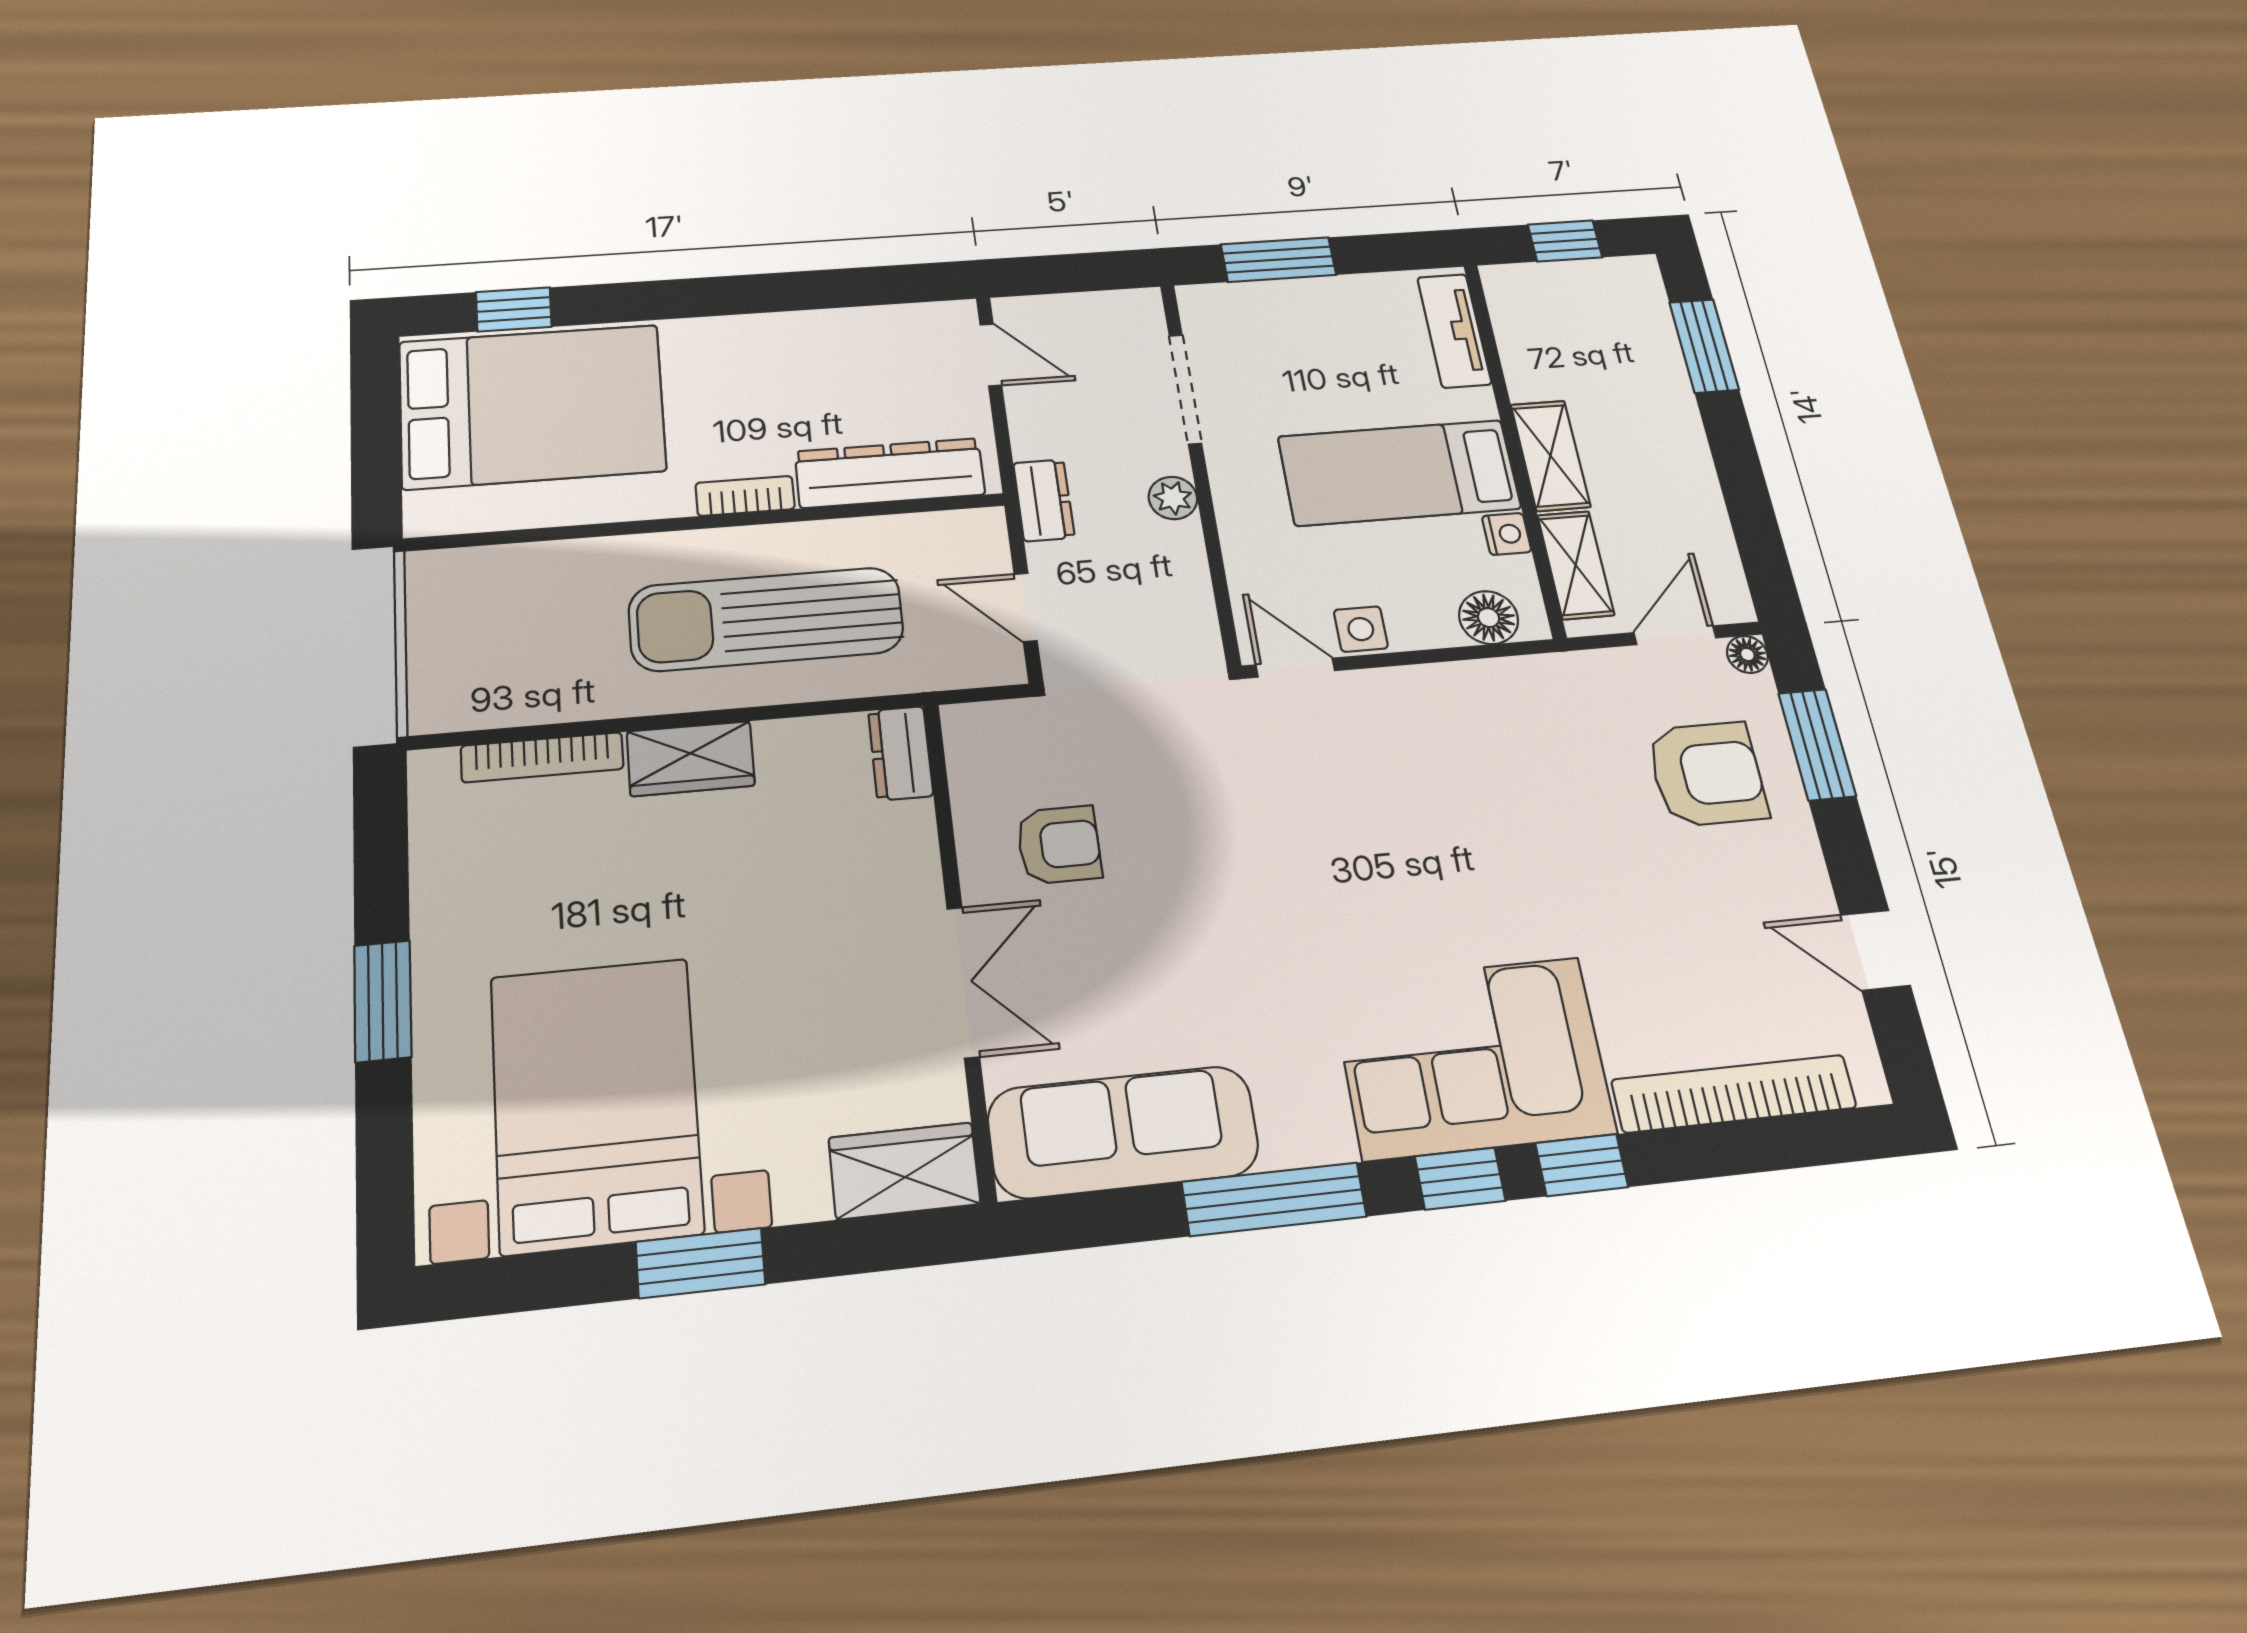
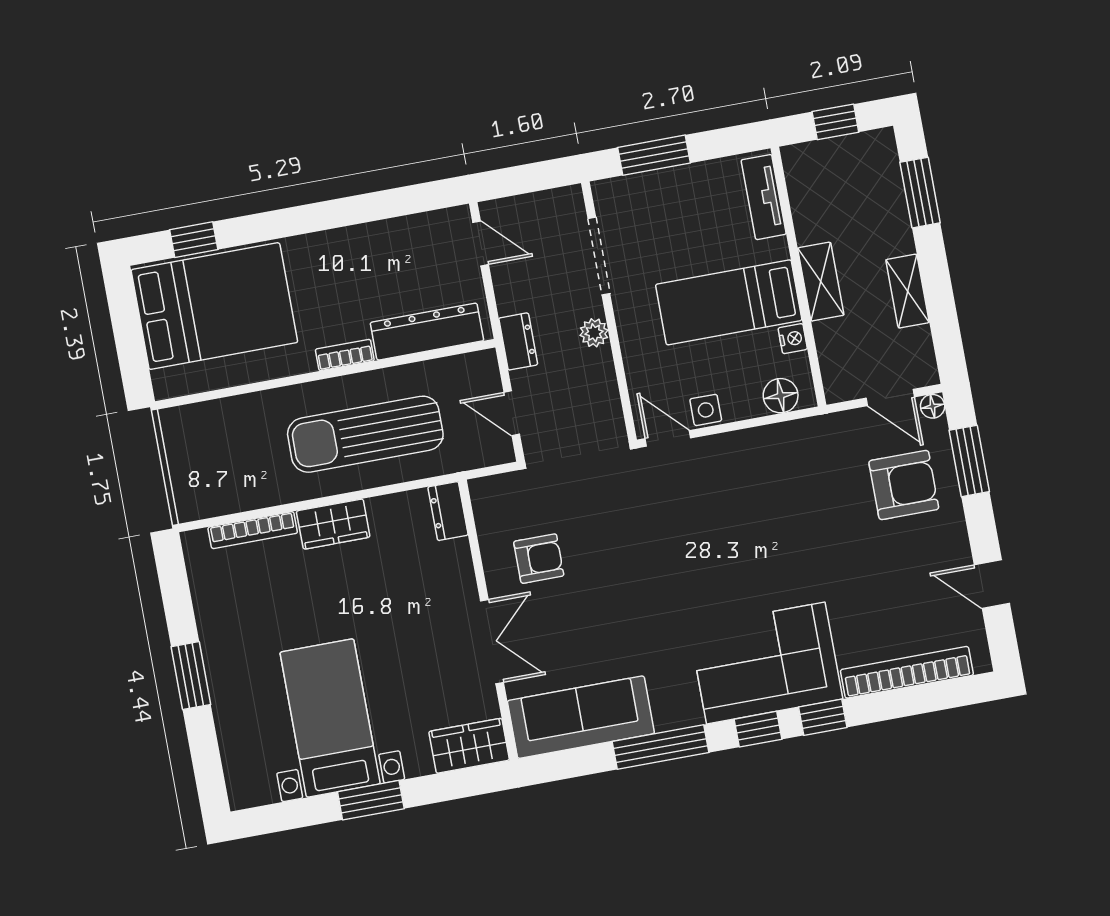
shelving: (1576, 565) -> (908, 291), moved
door: (1675, 635) -> (890, 397), swing flipped
bed with nightstands: (596, 1104) -> (330, 718), width x0.73

